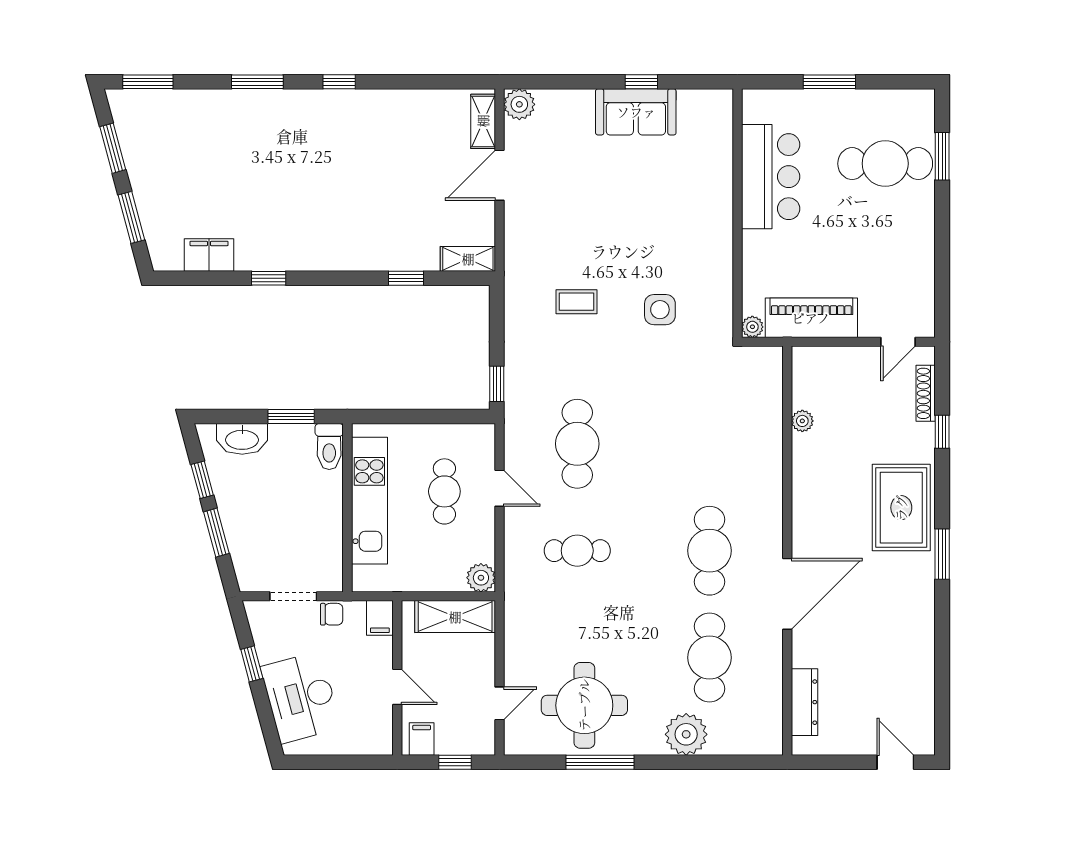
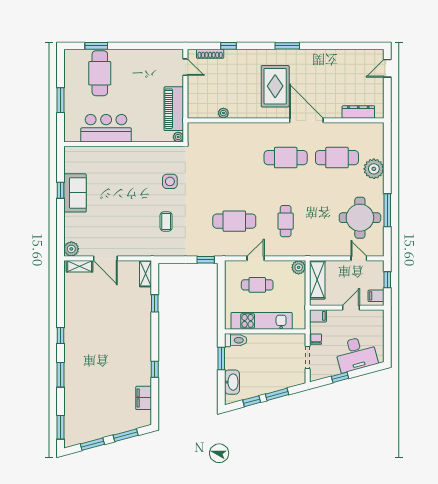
rug: (901, 508) -> (275, 86), moved, turned 90

